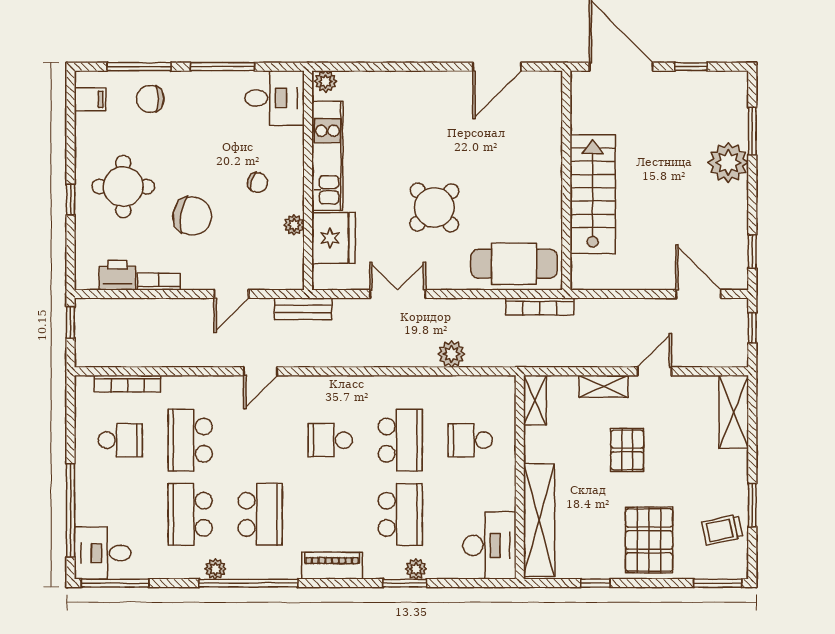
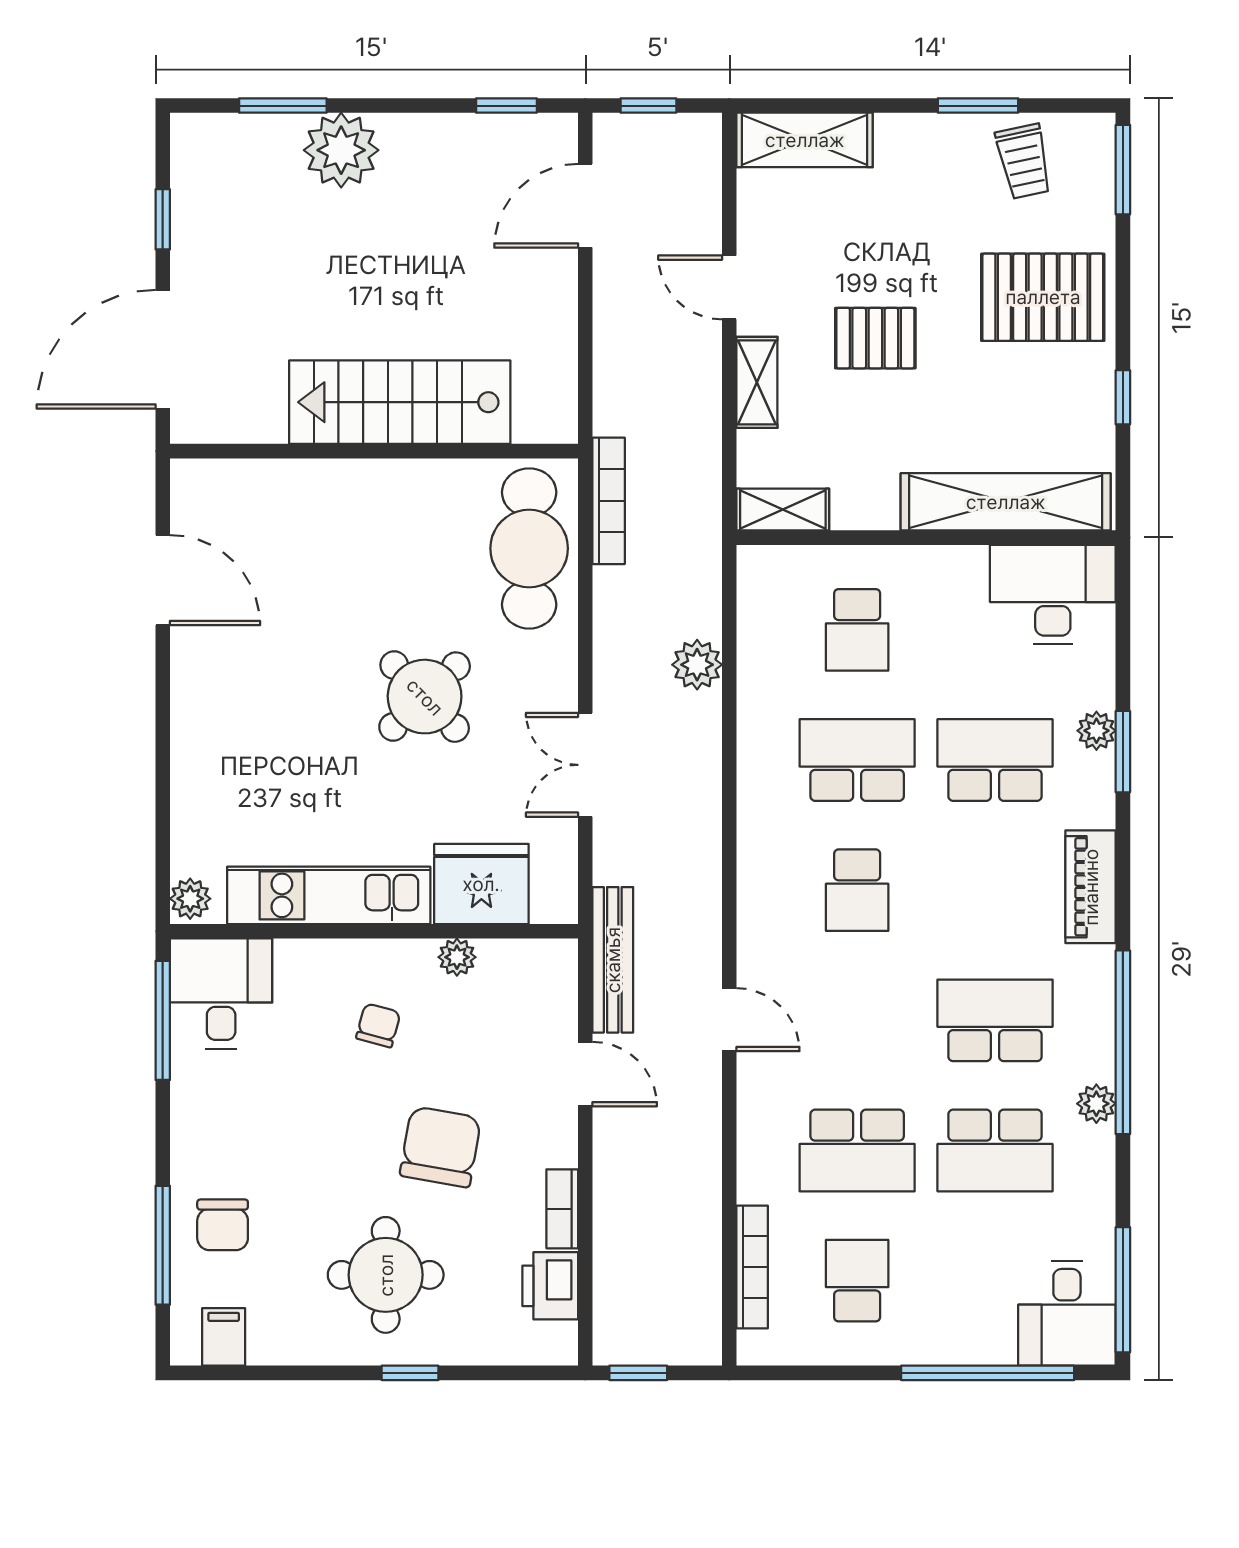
window: (223, 67) -> (163, 1020), moved
bench: (303, 309) -> (613, 960), width x1.36

